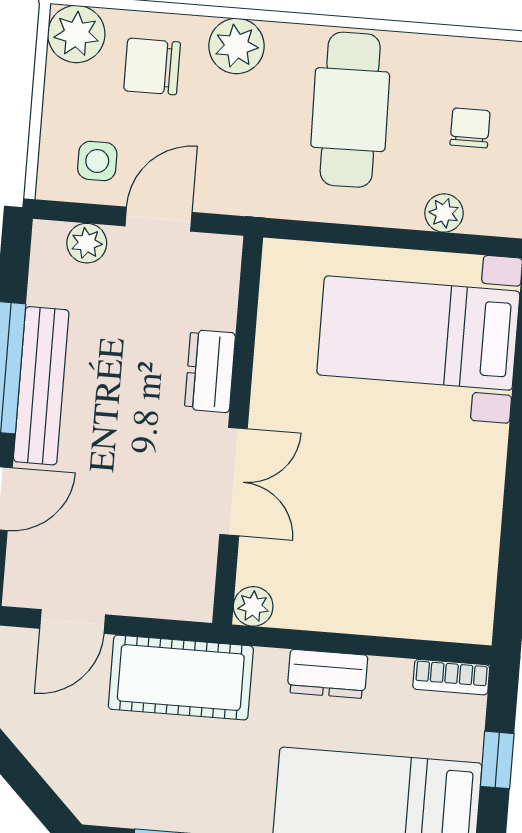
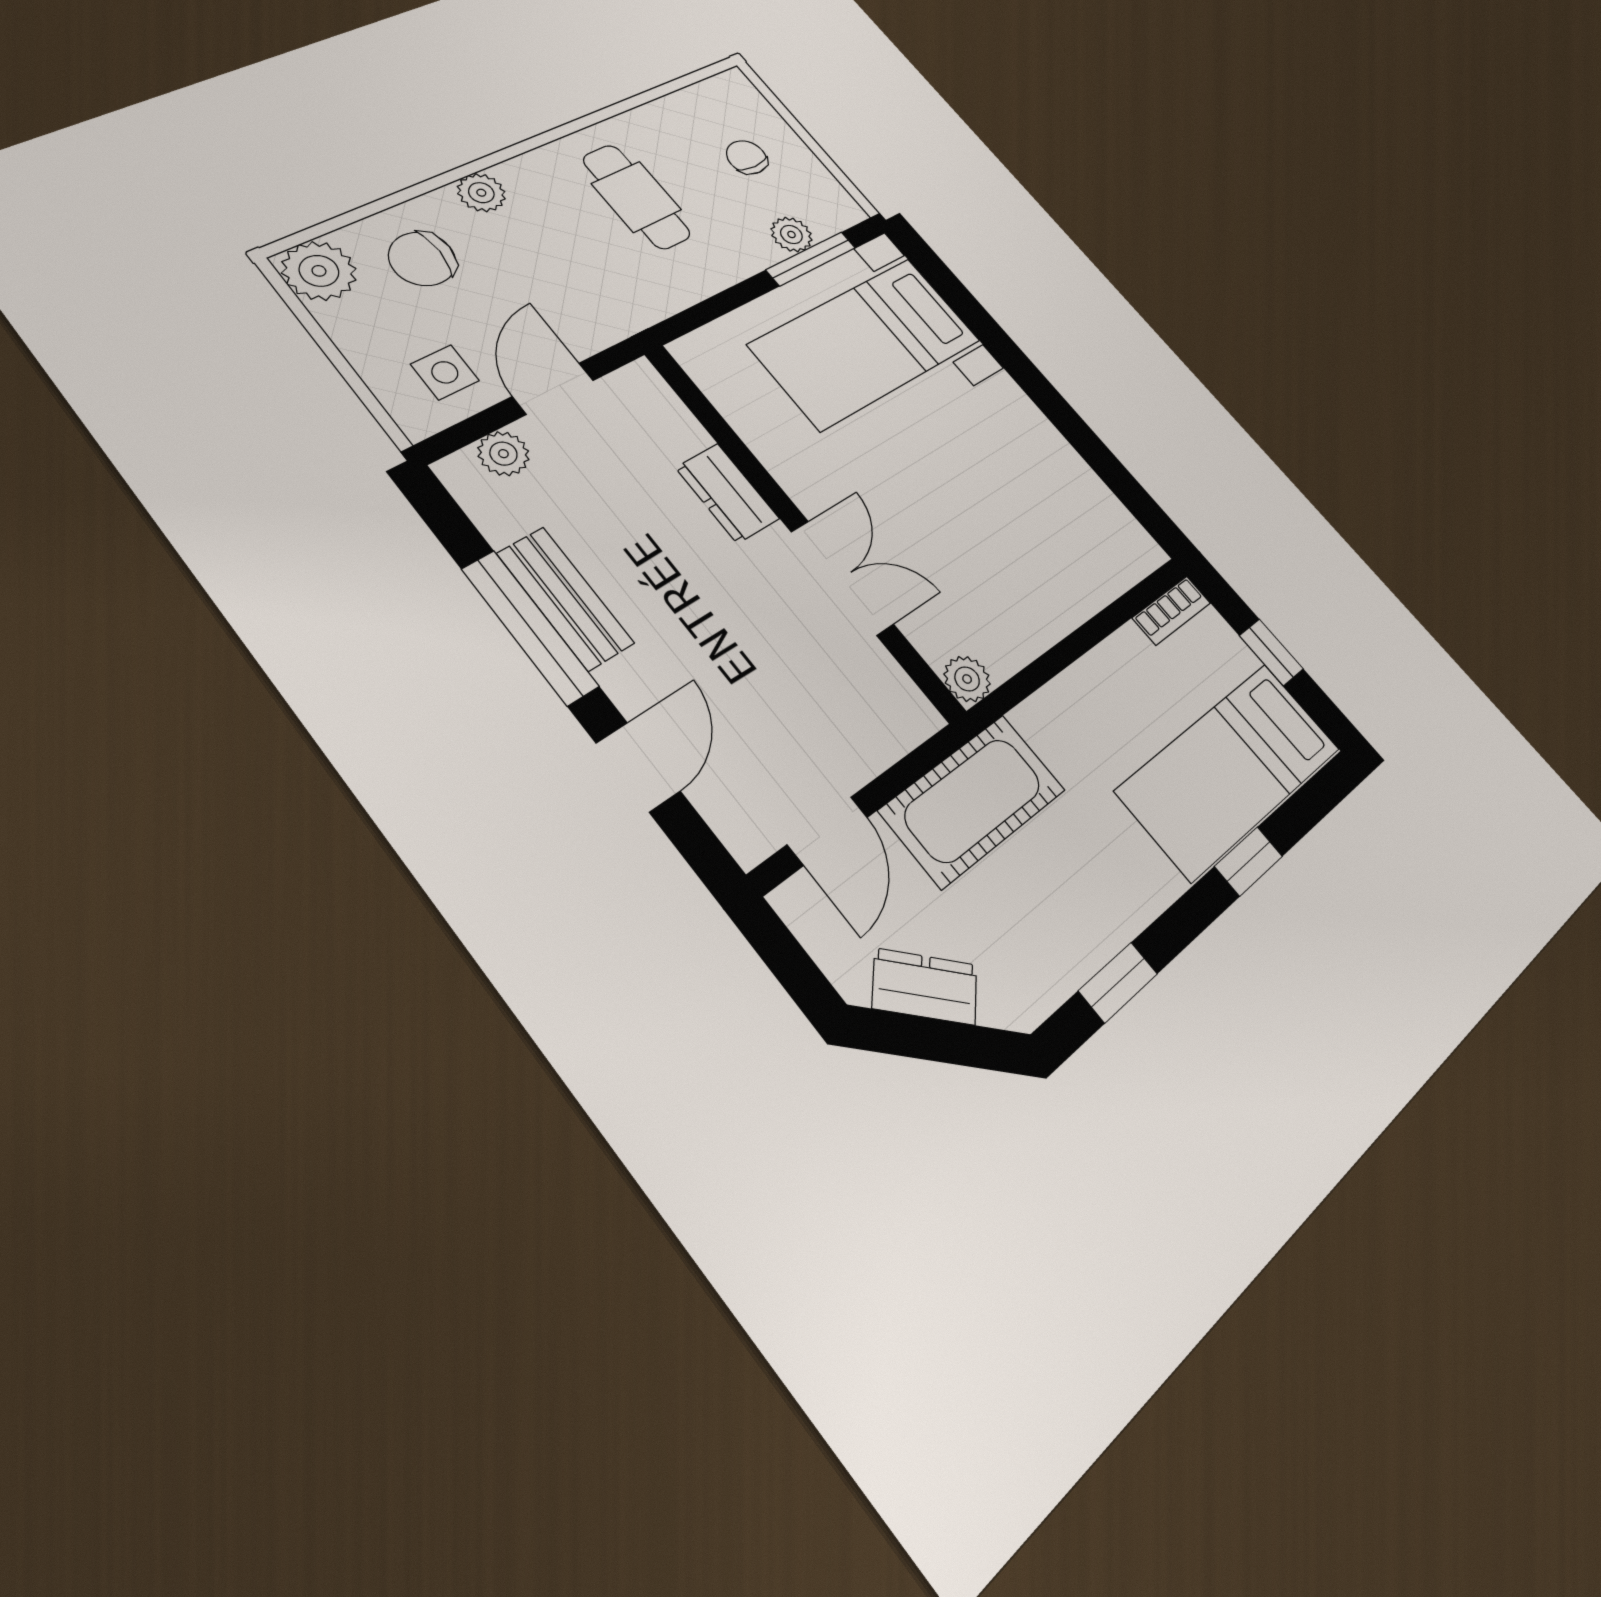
plant: (237, 46) -> (481, 193), width x0.73, depth x0.73
cafe table: (350, 110) -> (636, 197), width x0.73, depth x0.74
window: (440, 242) -> (811, 259), added
bench: (41, 386) -> (565, 598), width x0.73
dresser: (327, 674) -> (925, 986), moved, turned -135

